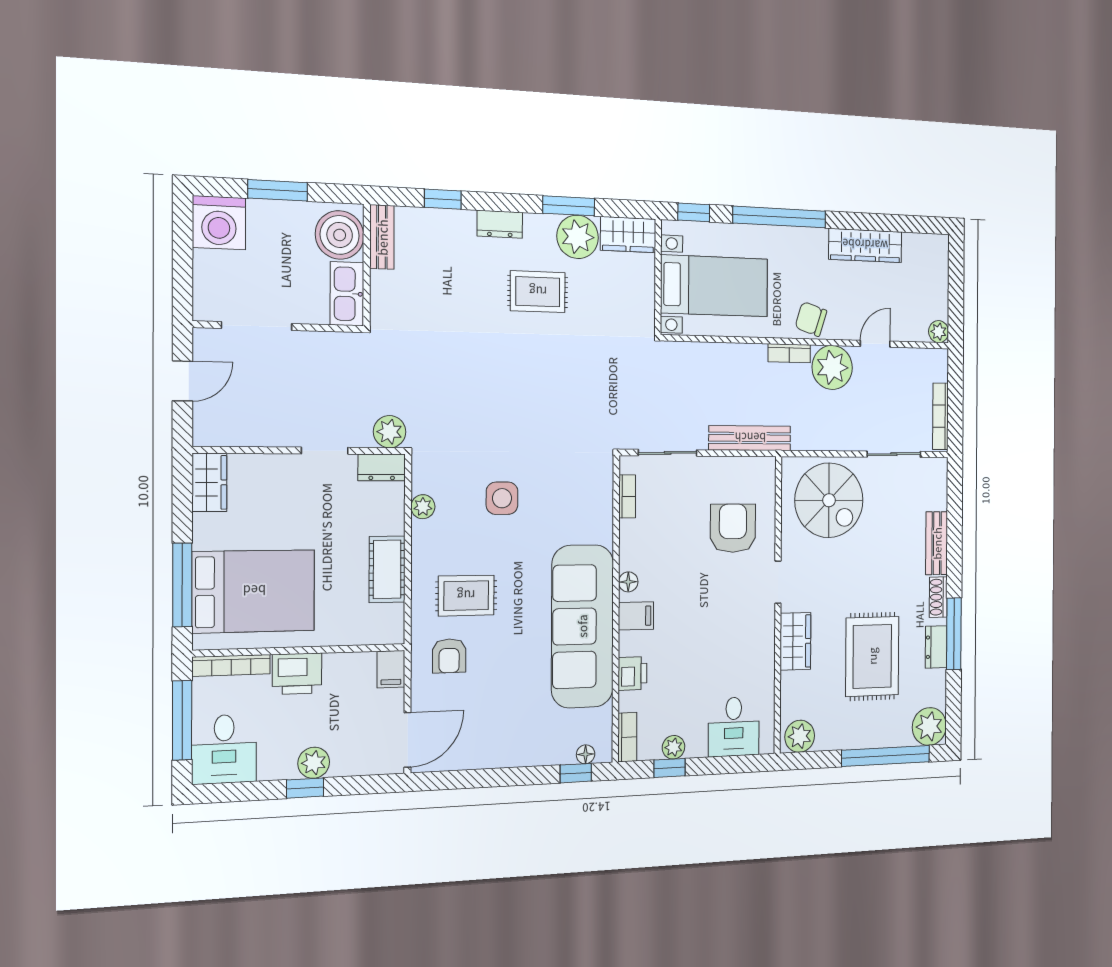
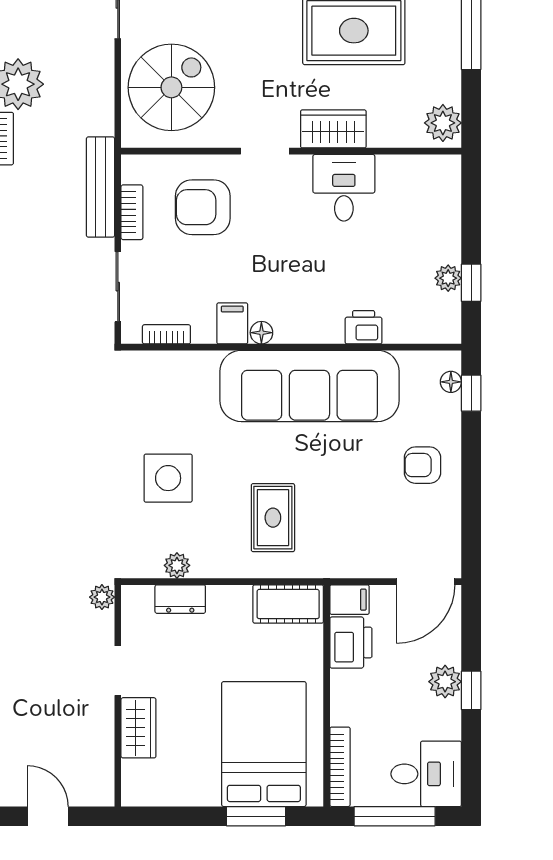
plant: (390, 432) -> (102, 597), width x0.73, depth x0.73
dresser: (382, 467) -> (180, 599), moved, turned 90
wardrobe: (209, 482) -> (138, 728), moved, turned 90
side table: (502, 498) -> (168, 478), width x1.37, depth x1.37
cot: (387, 569) -> (288, 604), moved
window: (182, 585) -> (256, 816), width x0.69
filing cabinet: (636, 616) -> (232, 323), moved
armchair: (449, 656) -> (423, 465), moved, turned 180
printer: (297, 674) -> (351, 643), moved
desk: (734, 727) -> (344, 188), moved, turned -90
bookcase: (627, 737) -> (132, 212), moved, turned 90
door: (407, 740) -> (426, 582), swing flipped

